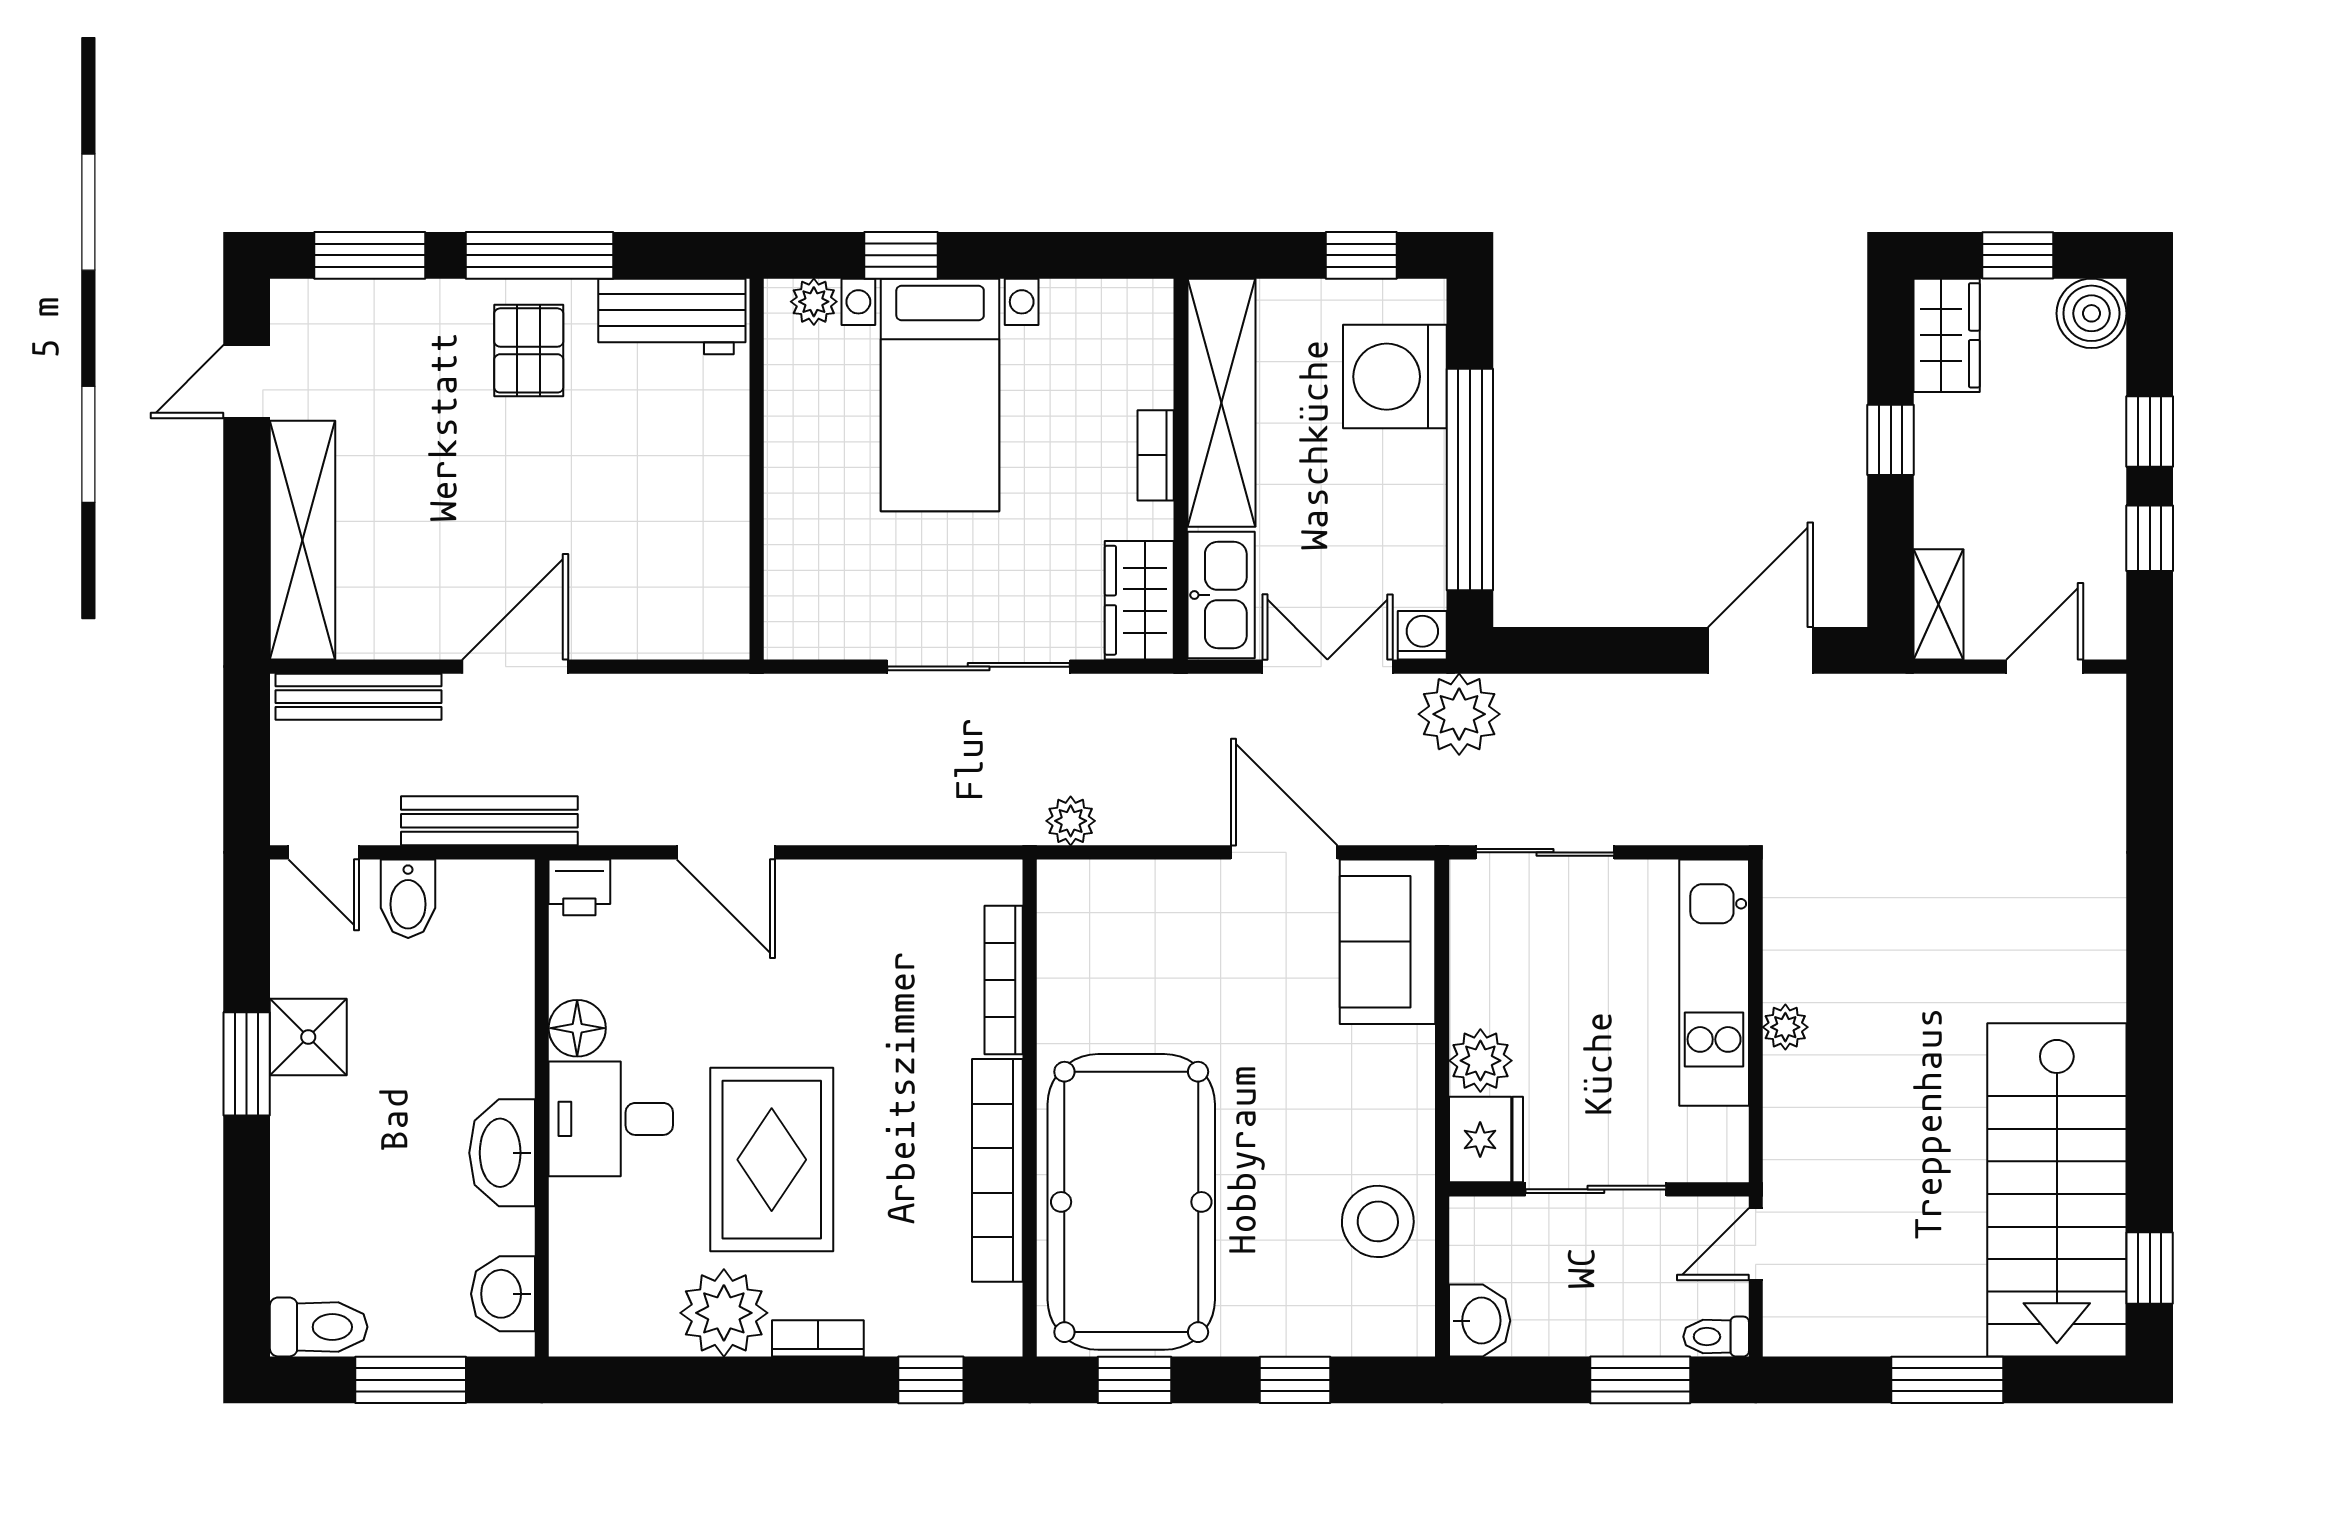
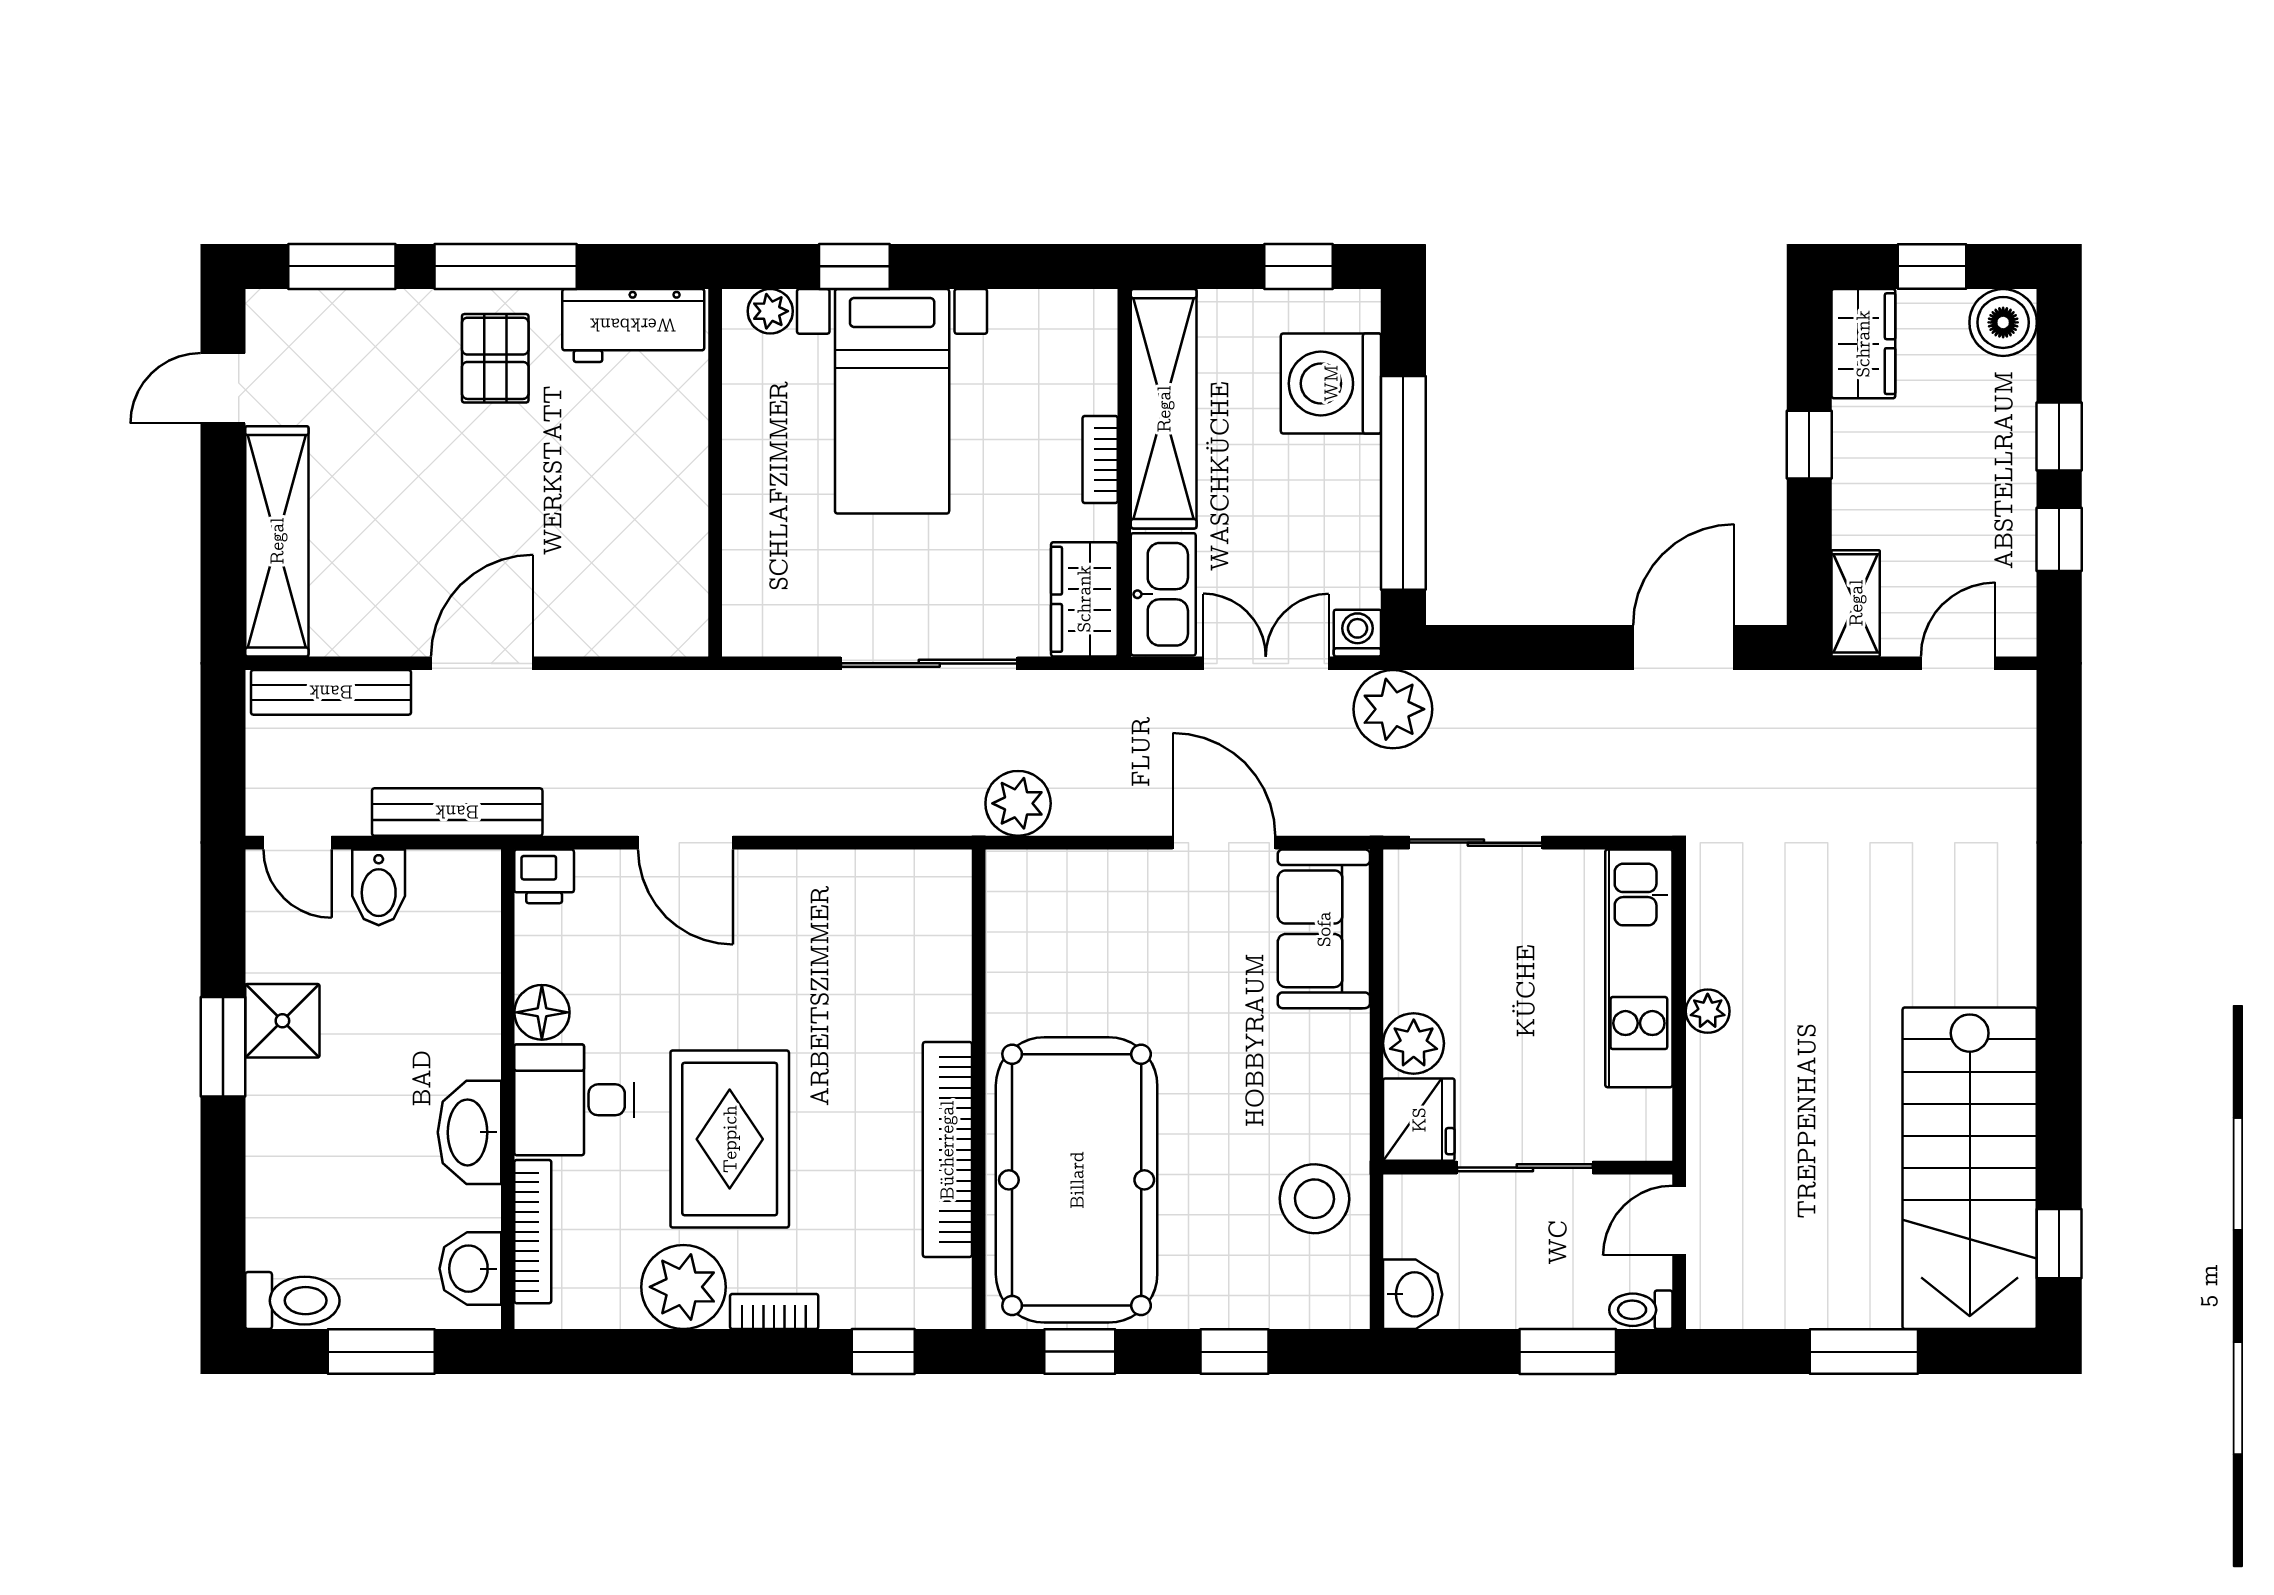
plant: (1071, 821) -> (1018, 803), width x1.38, depth x1.38
bookcase: (1004, 980) -> (533, 1232), moved, turned 180

